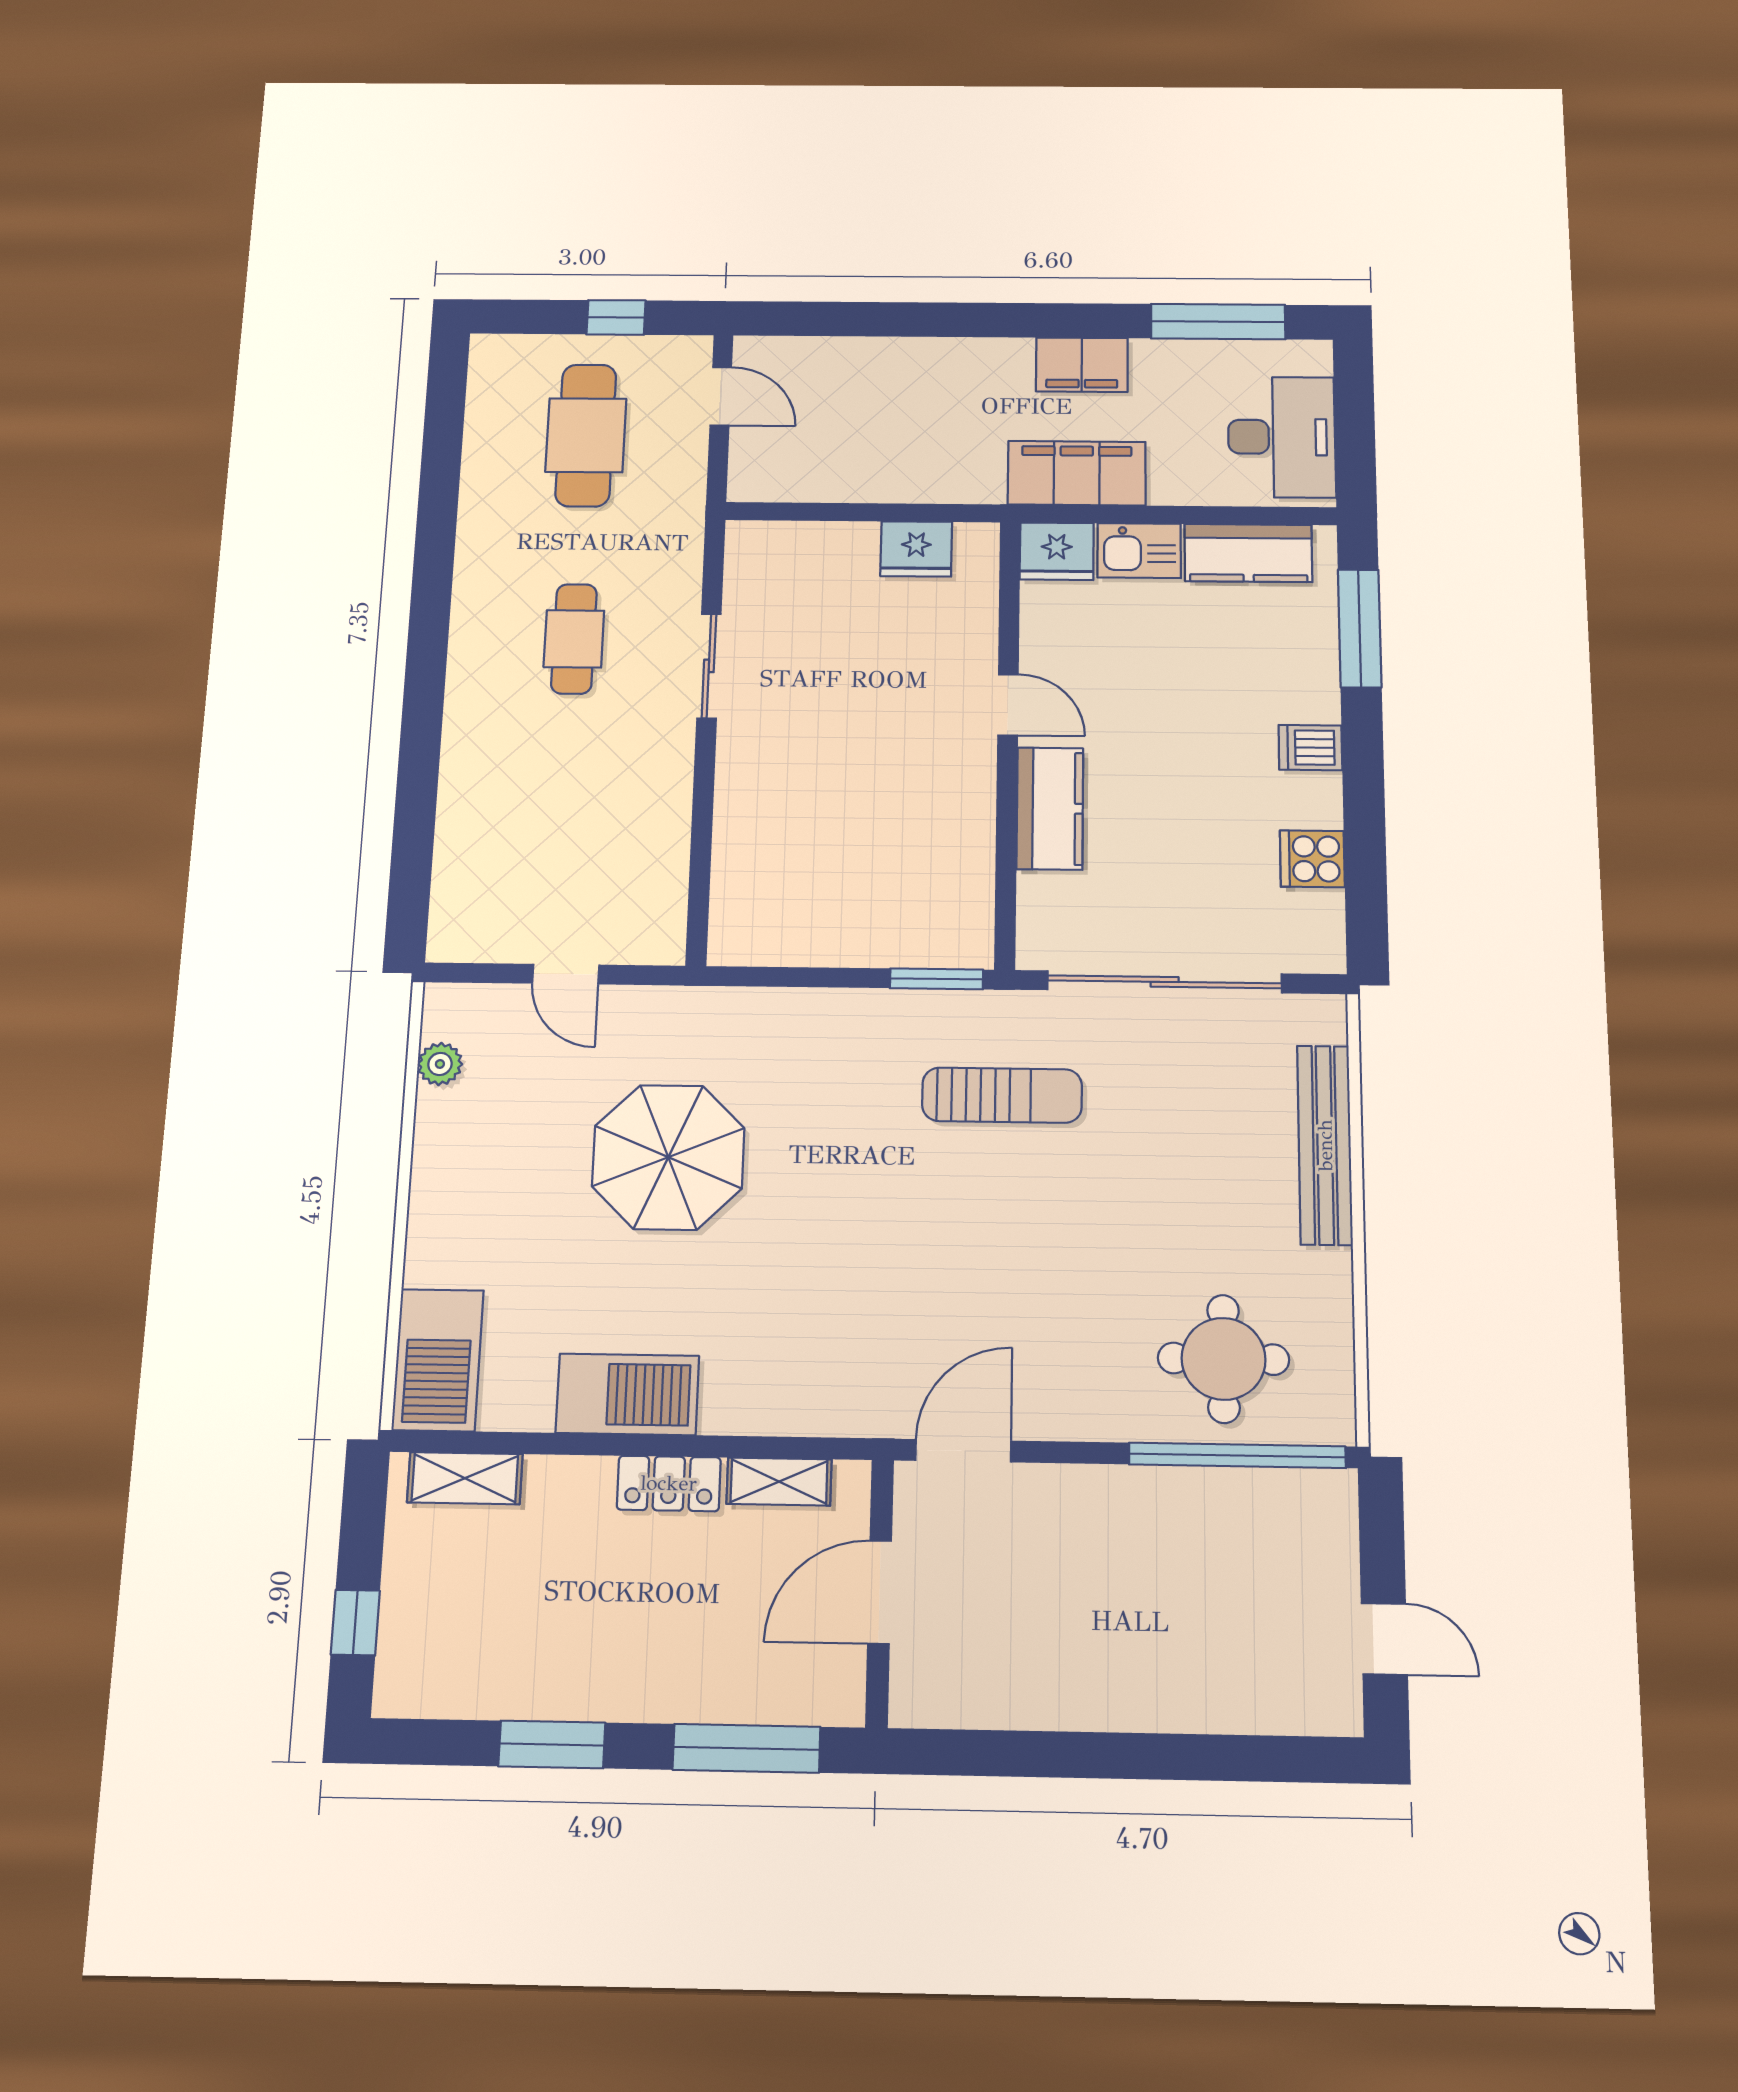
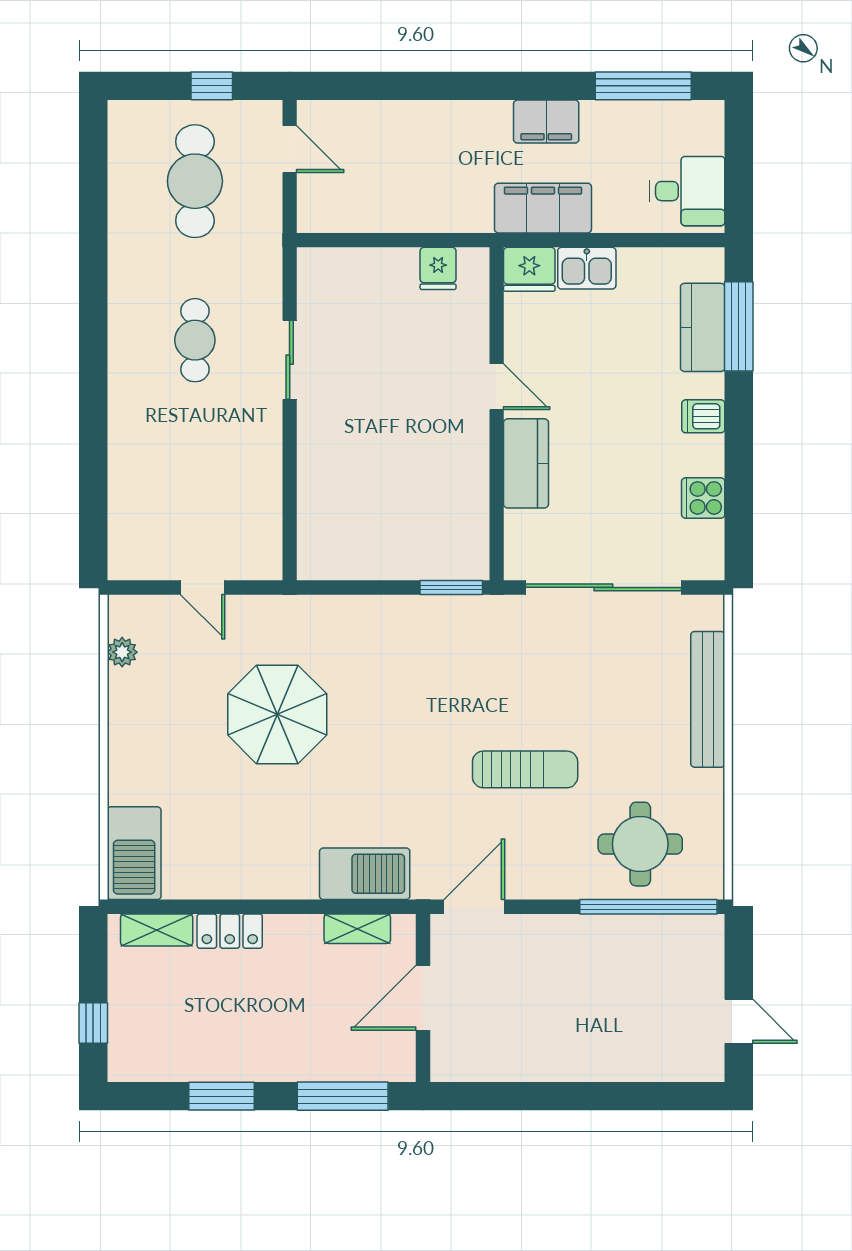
desk: (1282, 437) -> (687, 191), width x0.73
fridge: (916, 549) -> (438, 268), width x0.72
kitchen counter: (1248, 553) -> (703, 327), moved, turned 90
sun lounger: (1002, 1095) -> (525, 769), moved
barbecue: (628, 1394) -> (365, 874), moved
locker: (669, 1483) -> (230, 931), moved

